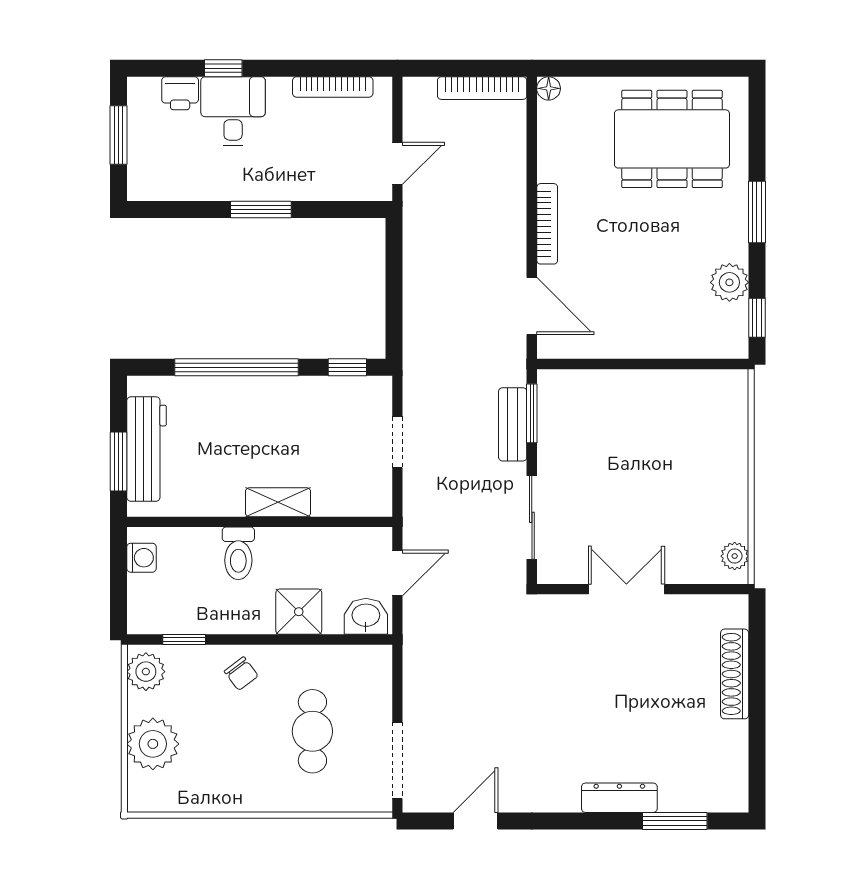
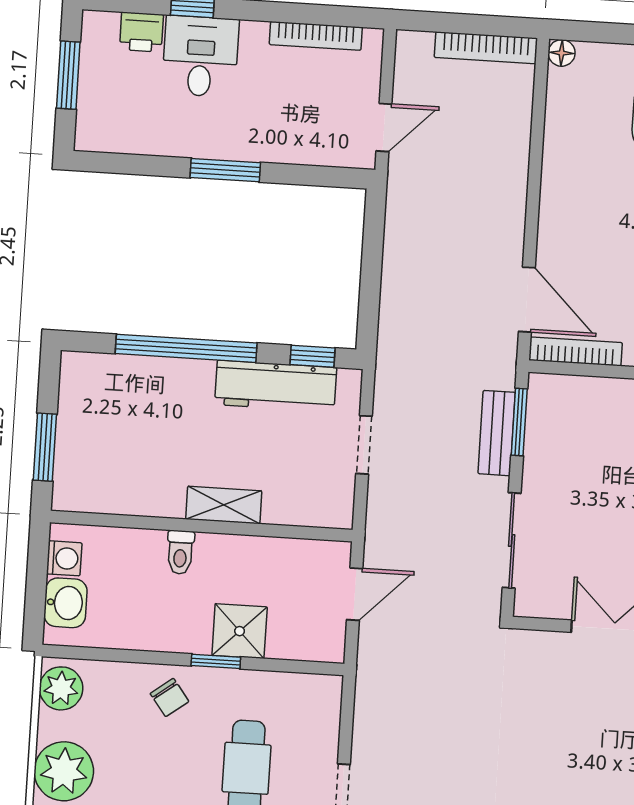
bookcase: (547, 224) -> (576, 351), moved, turned -90
workbench: (147, 449) -> (276, 386), moved, turned 90
toilet: (238, 553) -> (180, 552), width x0.73, depth x0.72
washbasin: (366, 616) -> (66, 603), moved, turned 90
window: (184, 640) -> (216, 661), moved

